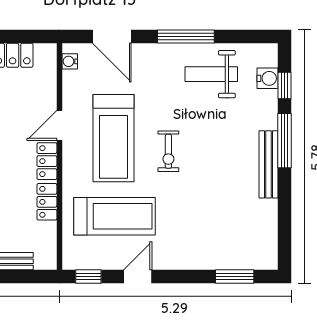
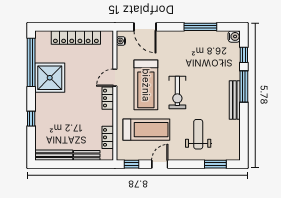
window: (186, 37) -> (200, 27), moved
weight bench: (211, 74) -> (198, 134), moved, turned 90
water cooler: (268, 78) -> (234, 36), moved
exercise bike: (168, 151) -> (177, 92), width x1.38, depth x1.39
locker: (47, 202) -> (108, 137), moved

